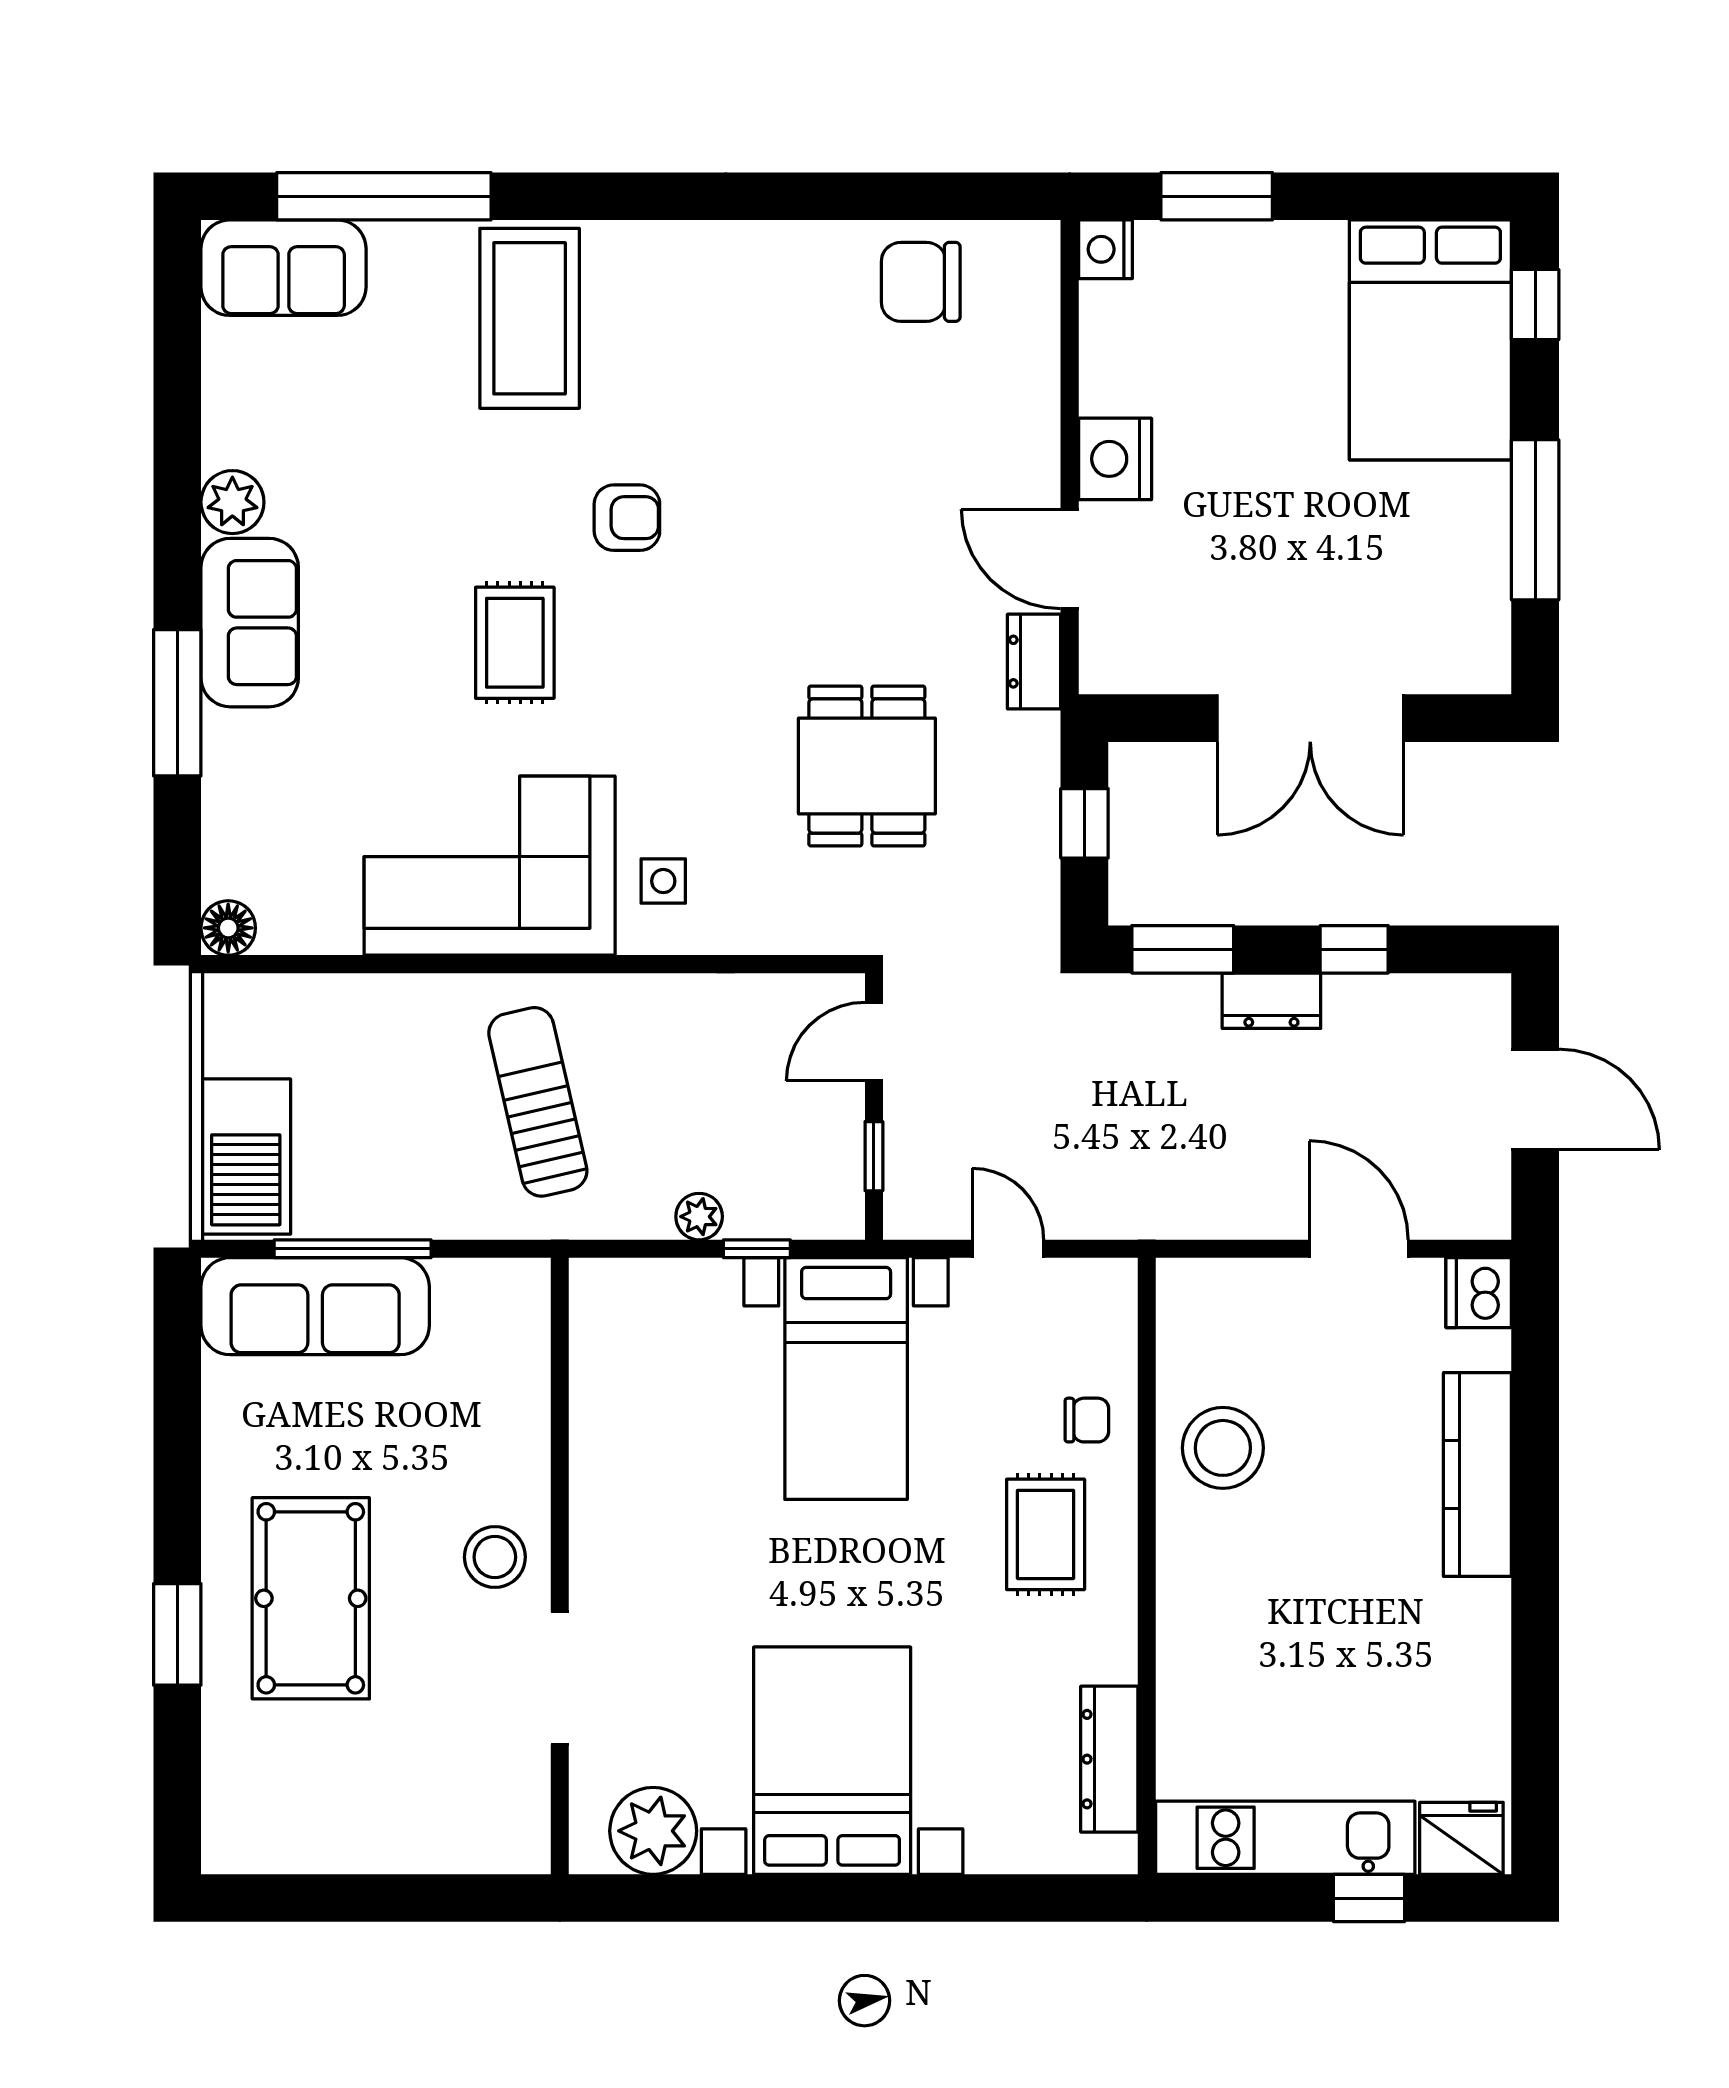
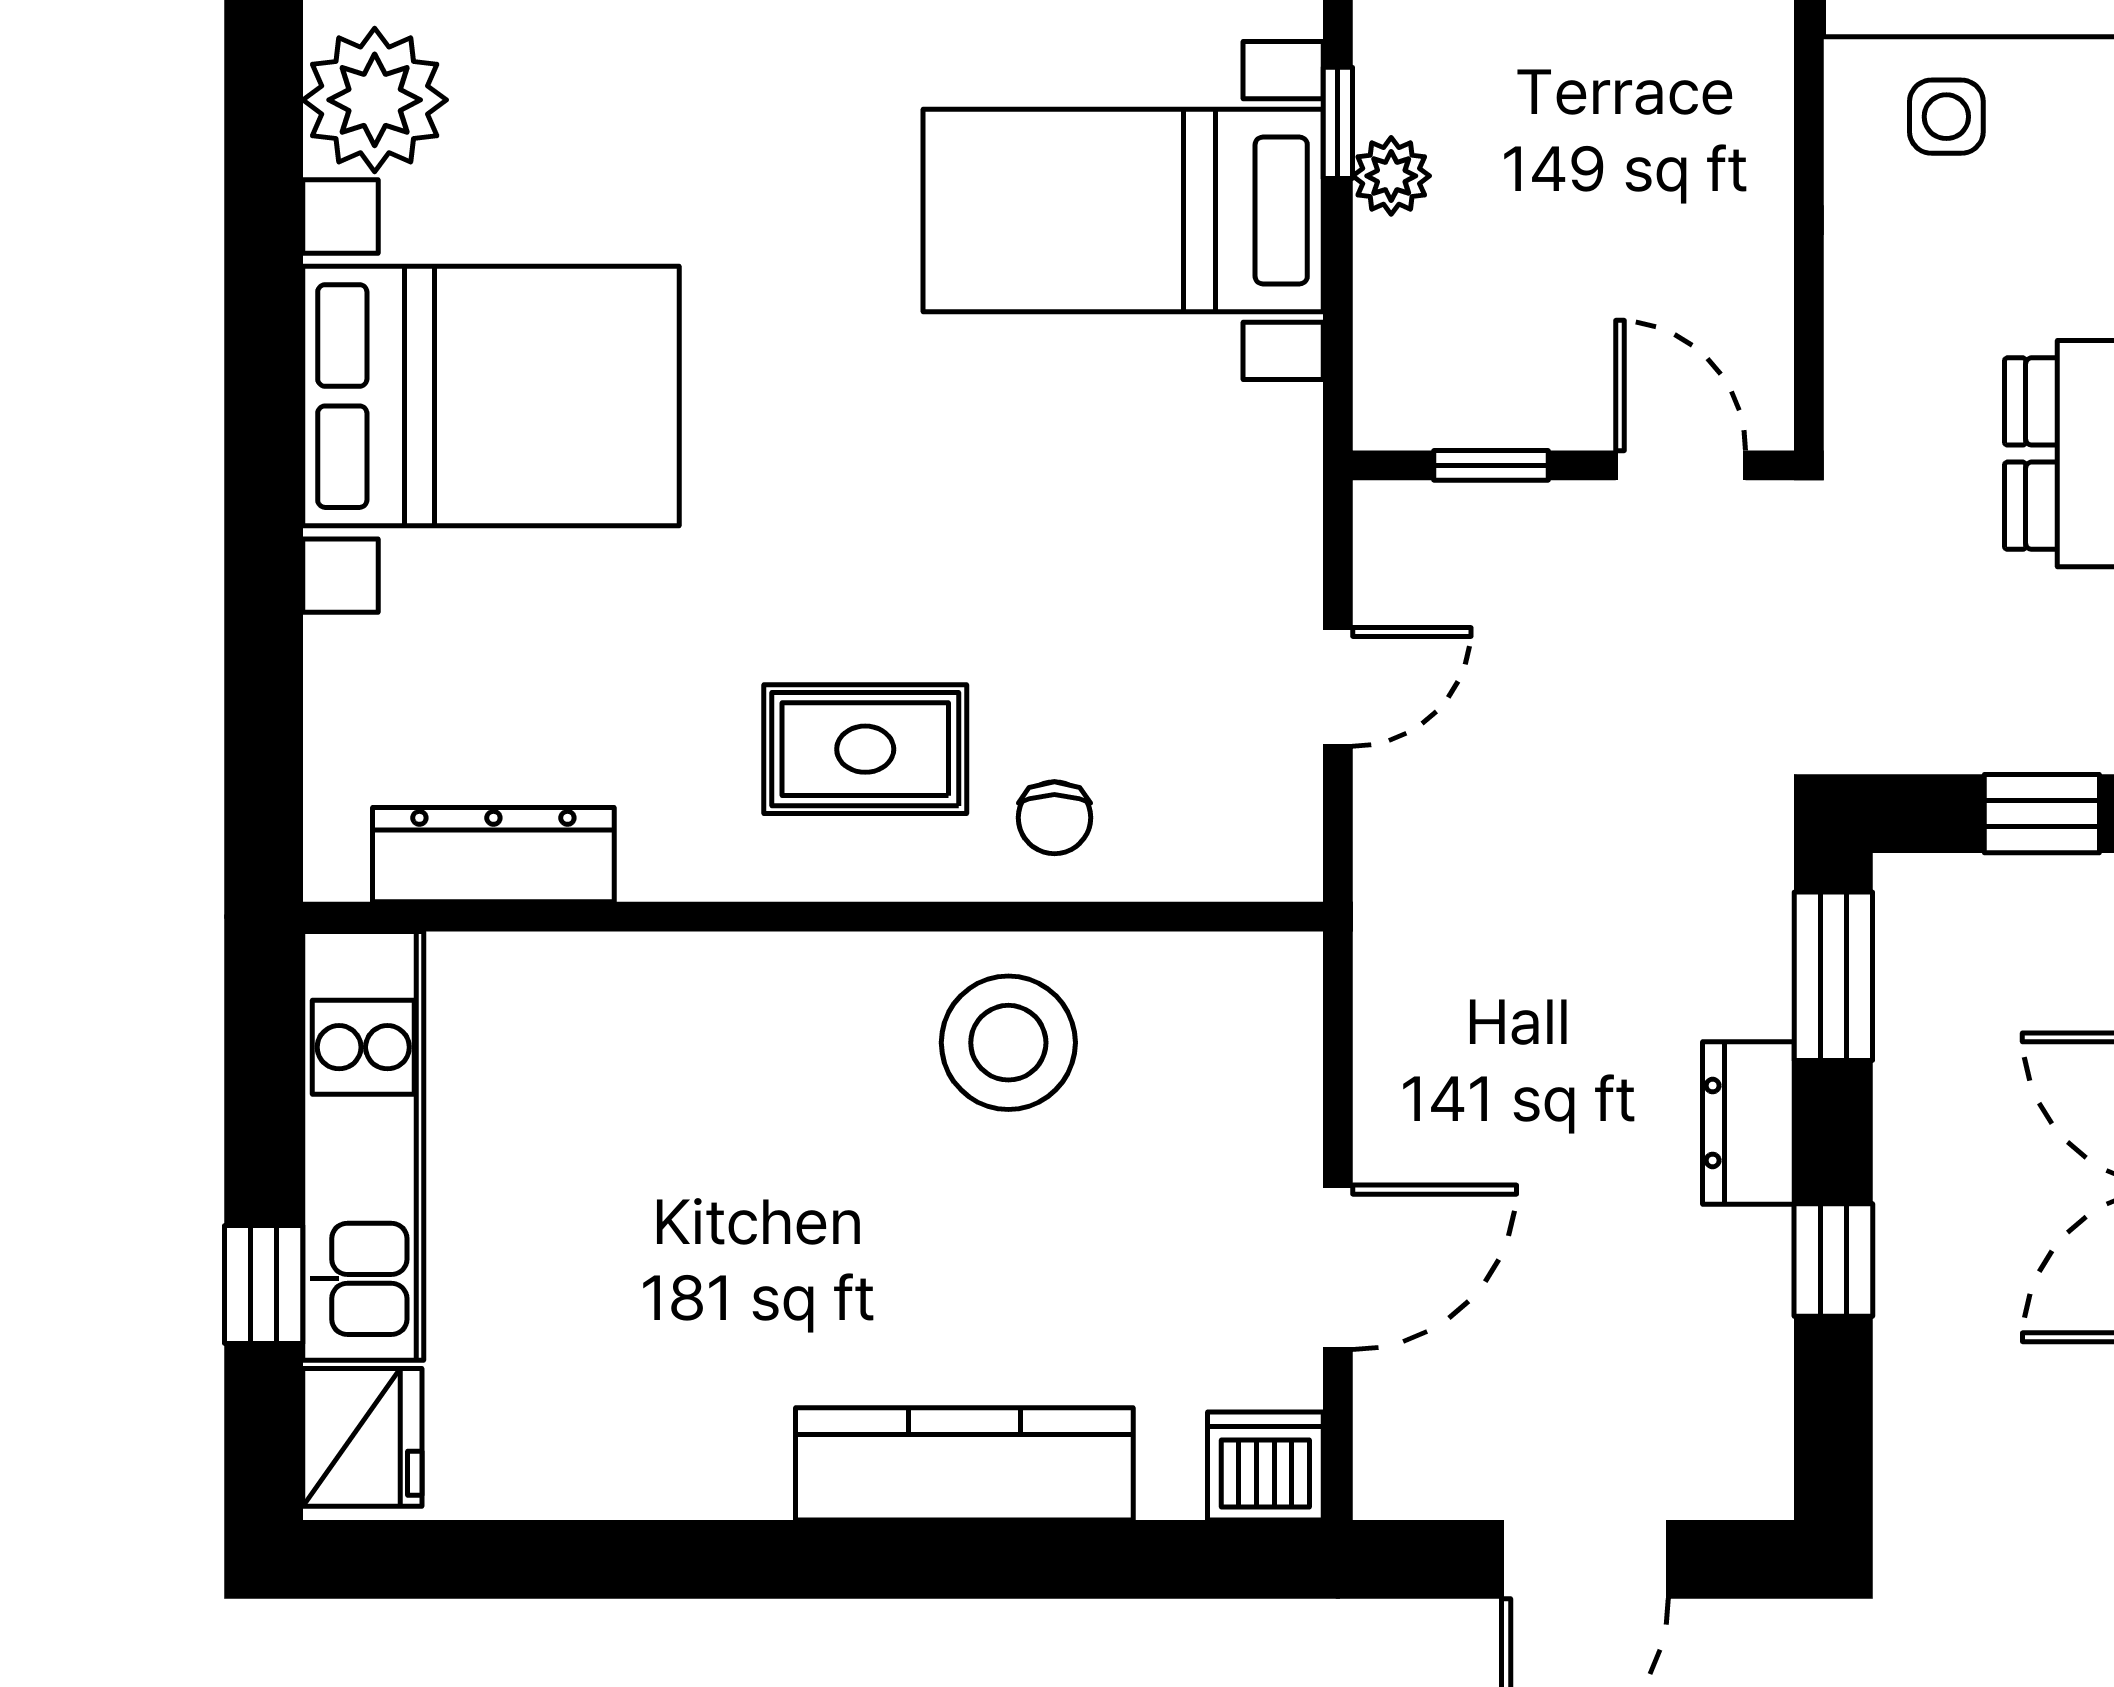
window: (757, 1249) -> (1338, 123), moved
bed with nightstands: (846, 1379) -> (1123, 211), moved

